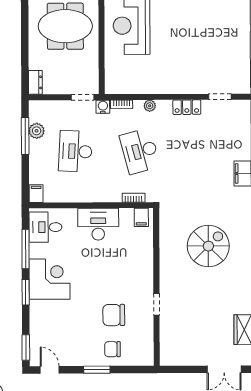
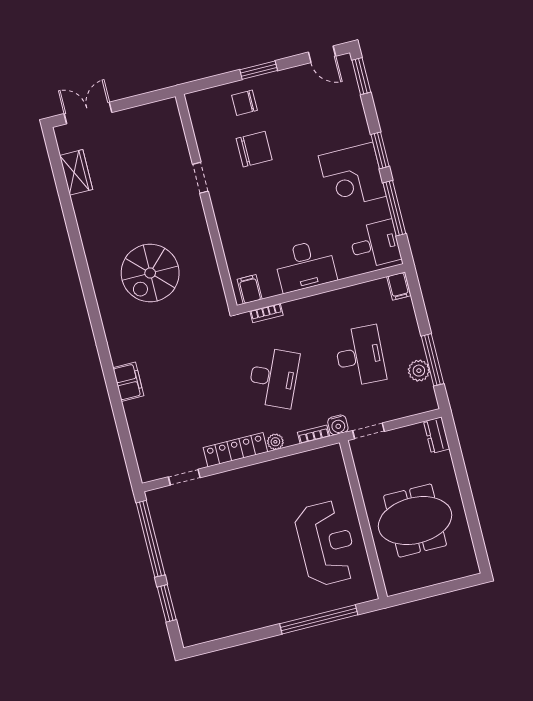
locker: (187, 107) -> (235, 450), width x1.53
desk: (140, 151) -> (274, 378), turned 39
chair: (112, 349) -> (245, 103), turned 180

